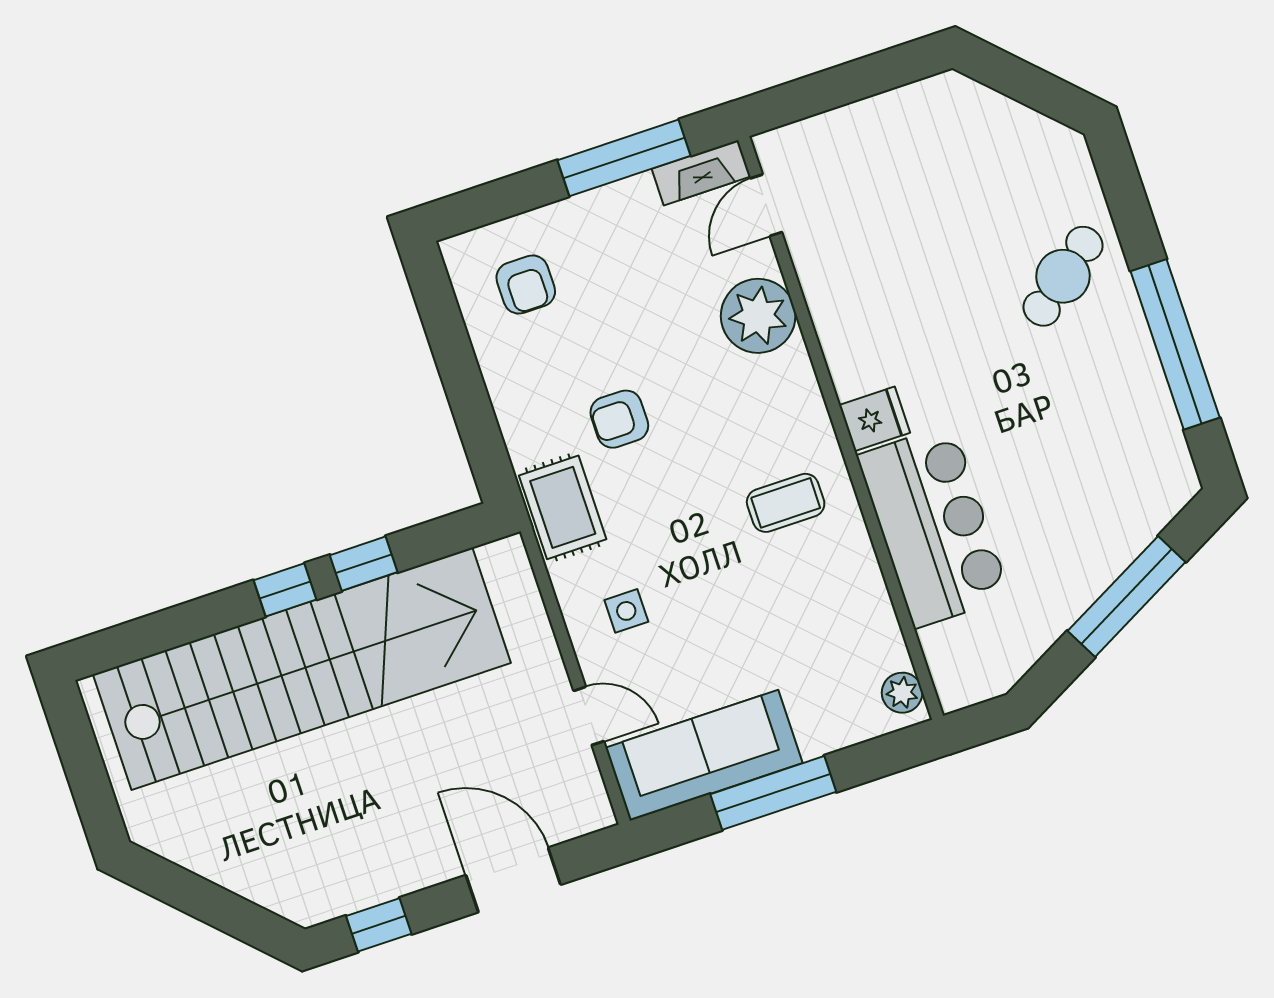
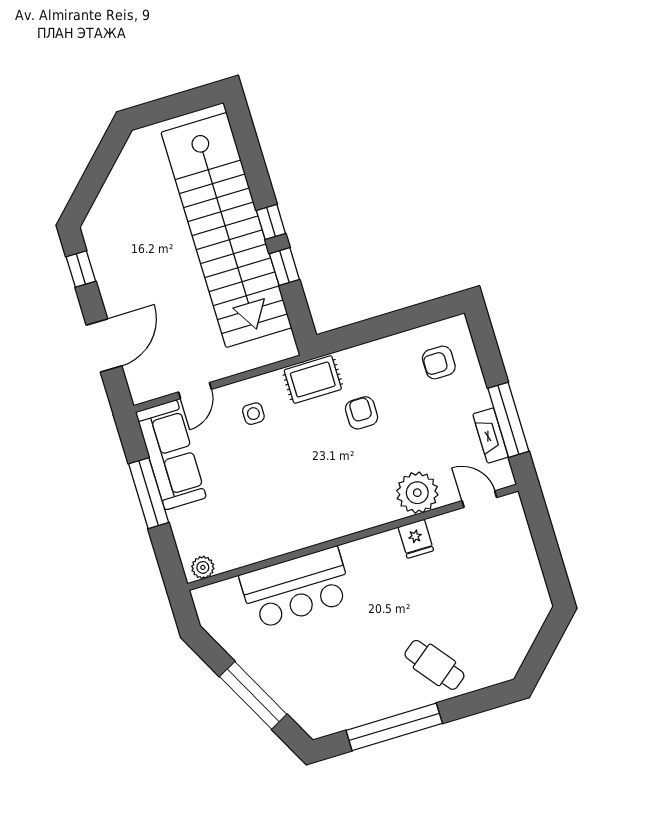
fireplace: (701, 173) -> (491, 436), moved
fridge: (875, 419) -> (416, 539), moved
coffee table: (786, 503) -> (312, 505), removed

